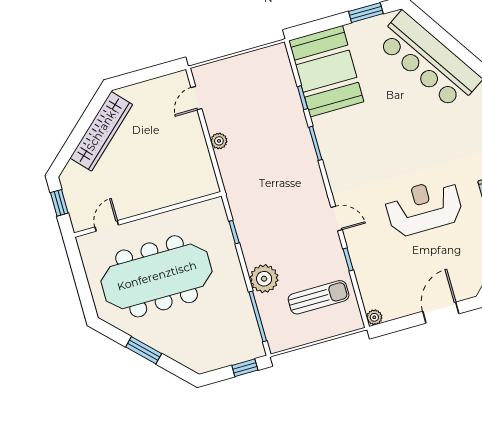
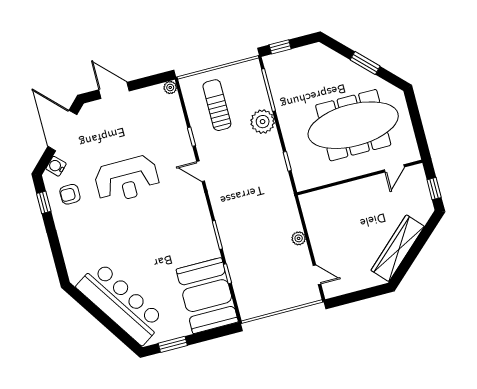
door: (196, 98) -> (317, 275), hinge flipped
sun lounger: (319, 297) -> (217, 105), turned 90
door: (441, 313) -> (114, 90), swing flipped

